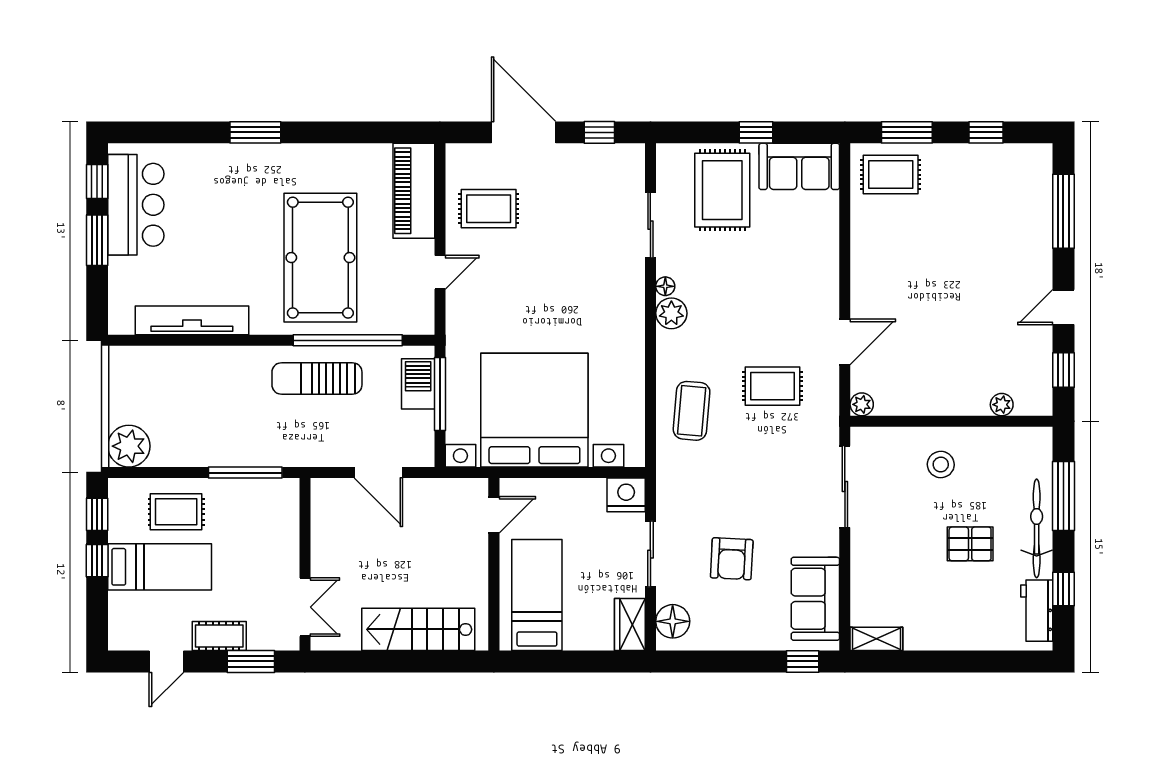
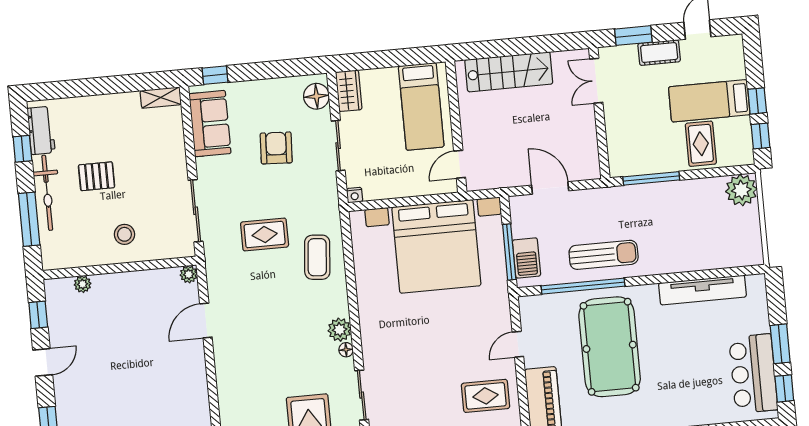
rug: (772, 386) -> (265, 235), moved
nightstand: (626, 495) -> (355, 195), width x0.53, depth x0.56
rug: (176, 512) -> (701, 144), turned 90

